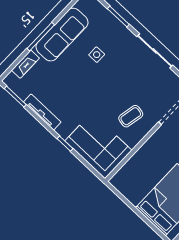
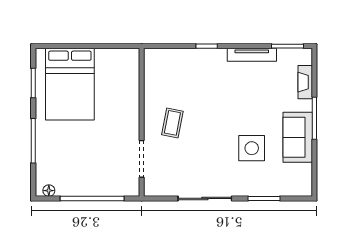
sofa: (62, 35) -> (298, 137), width x0.73
side table: (97, 55) -> (252, 148), width x1.87, depth x1.87
corner sofa: (98, 146) -> (176, 71), removed

